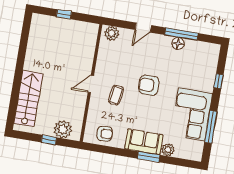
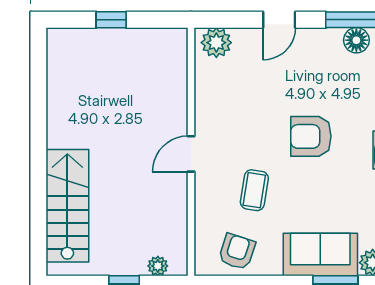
coffee table: (116, 95) -> (254, 190), moved
plant: (63, 129) -> (158, 266), width x0.53, depth x0.53
armchair: (105, 134) -> (237, 252), turned -68

